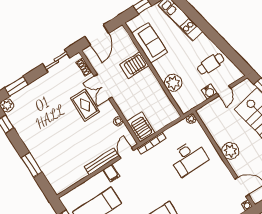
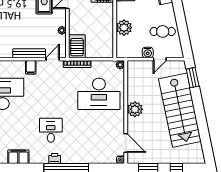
desk: (189, 158) -> (99, 94), width x1.36, depth x1.30

